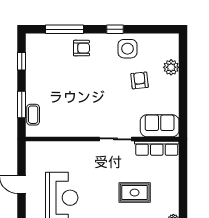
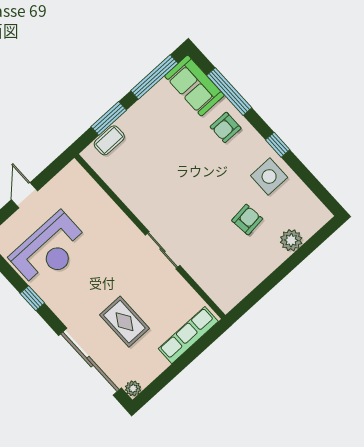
armchair: (81, 48) -> (226, 127), turned 90
window: (22, 61) -> (154, 77), width x2.17
sofa: (160, 126) -> (194, 86), moved, turned 180
row of seats: (157, 148) -> (188, 335), moved, turned 90

